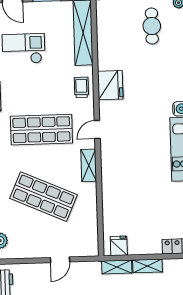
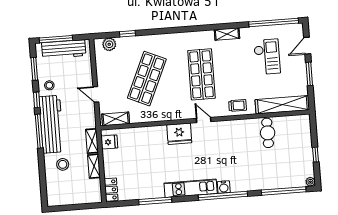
cafe table: (152, 26) -> (268, 133), moved, turned 90
fridge: (110, 85) -> (179, 134), moved
shelving: (89, 165) -> (116, 119), moved

